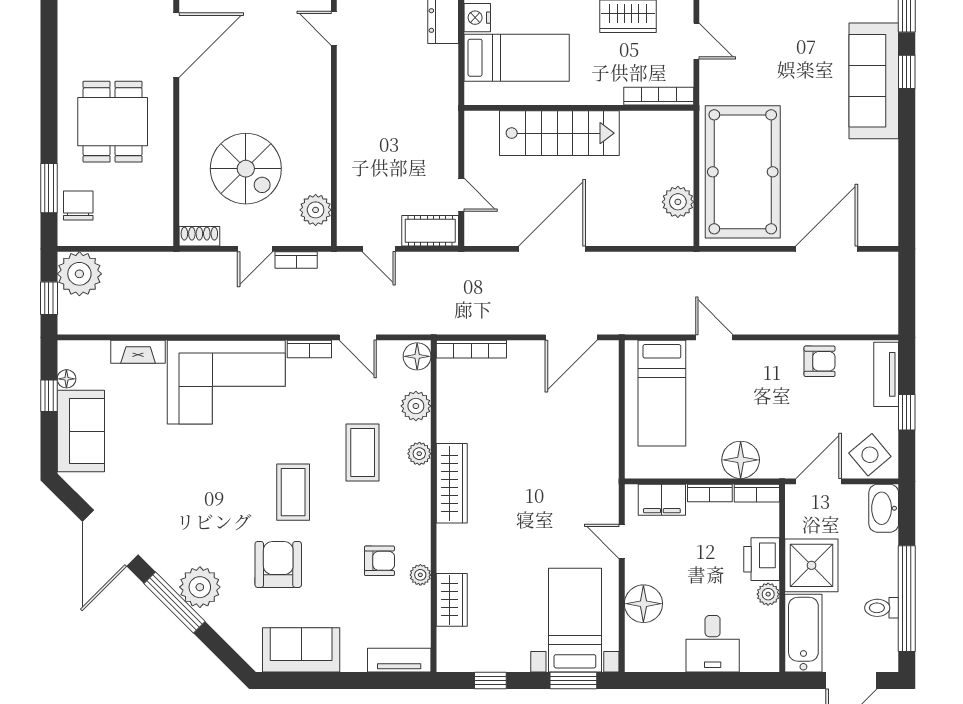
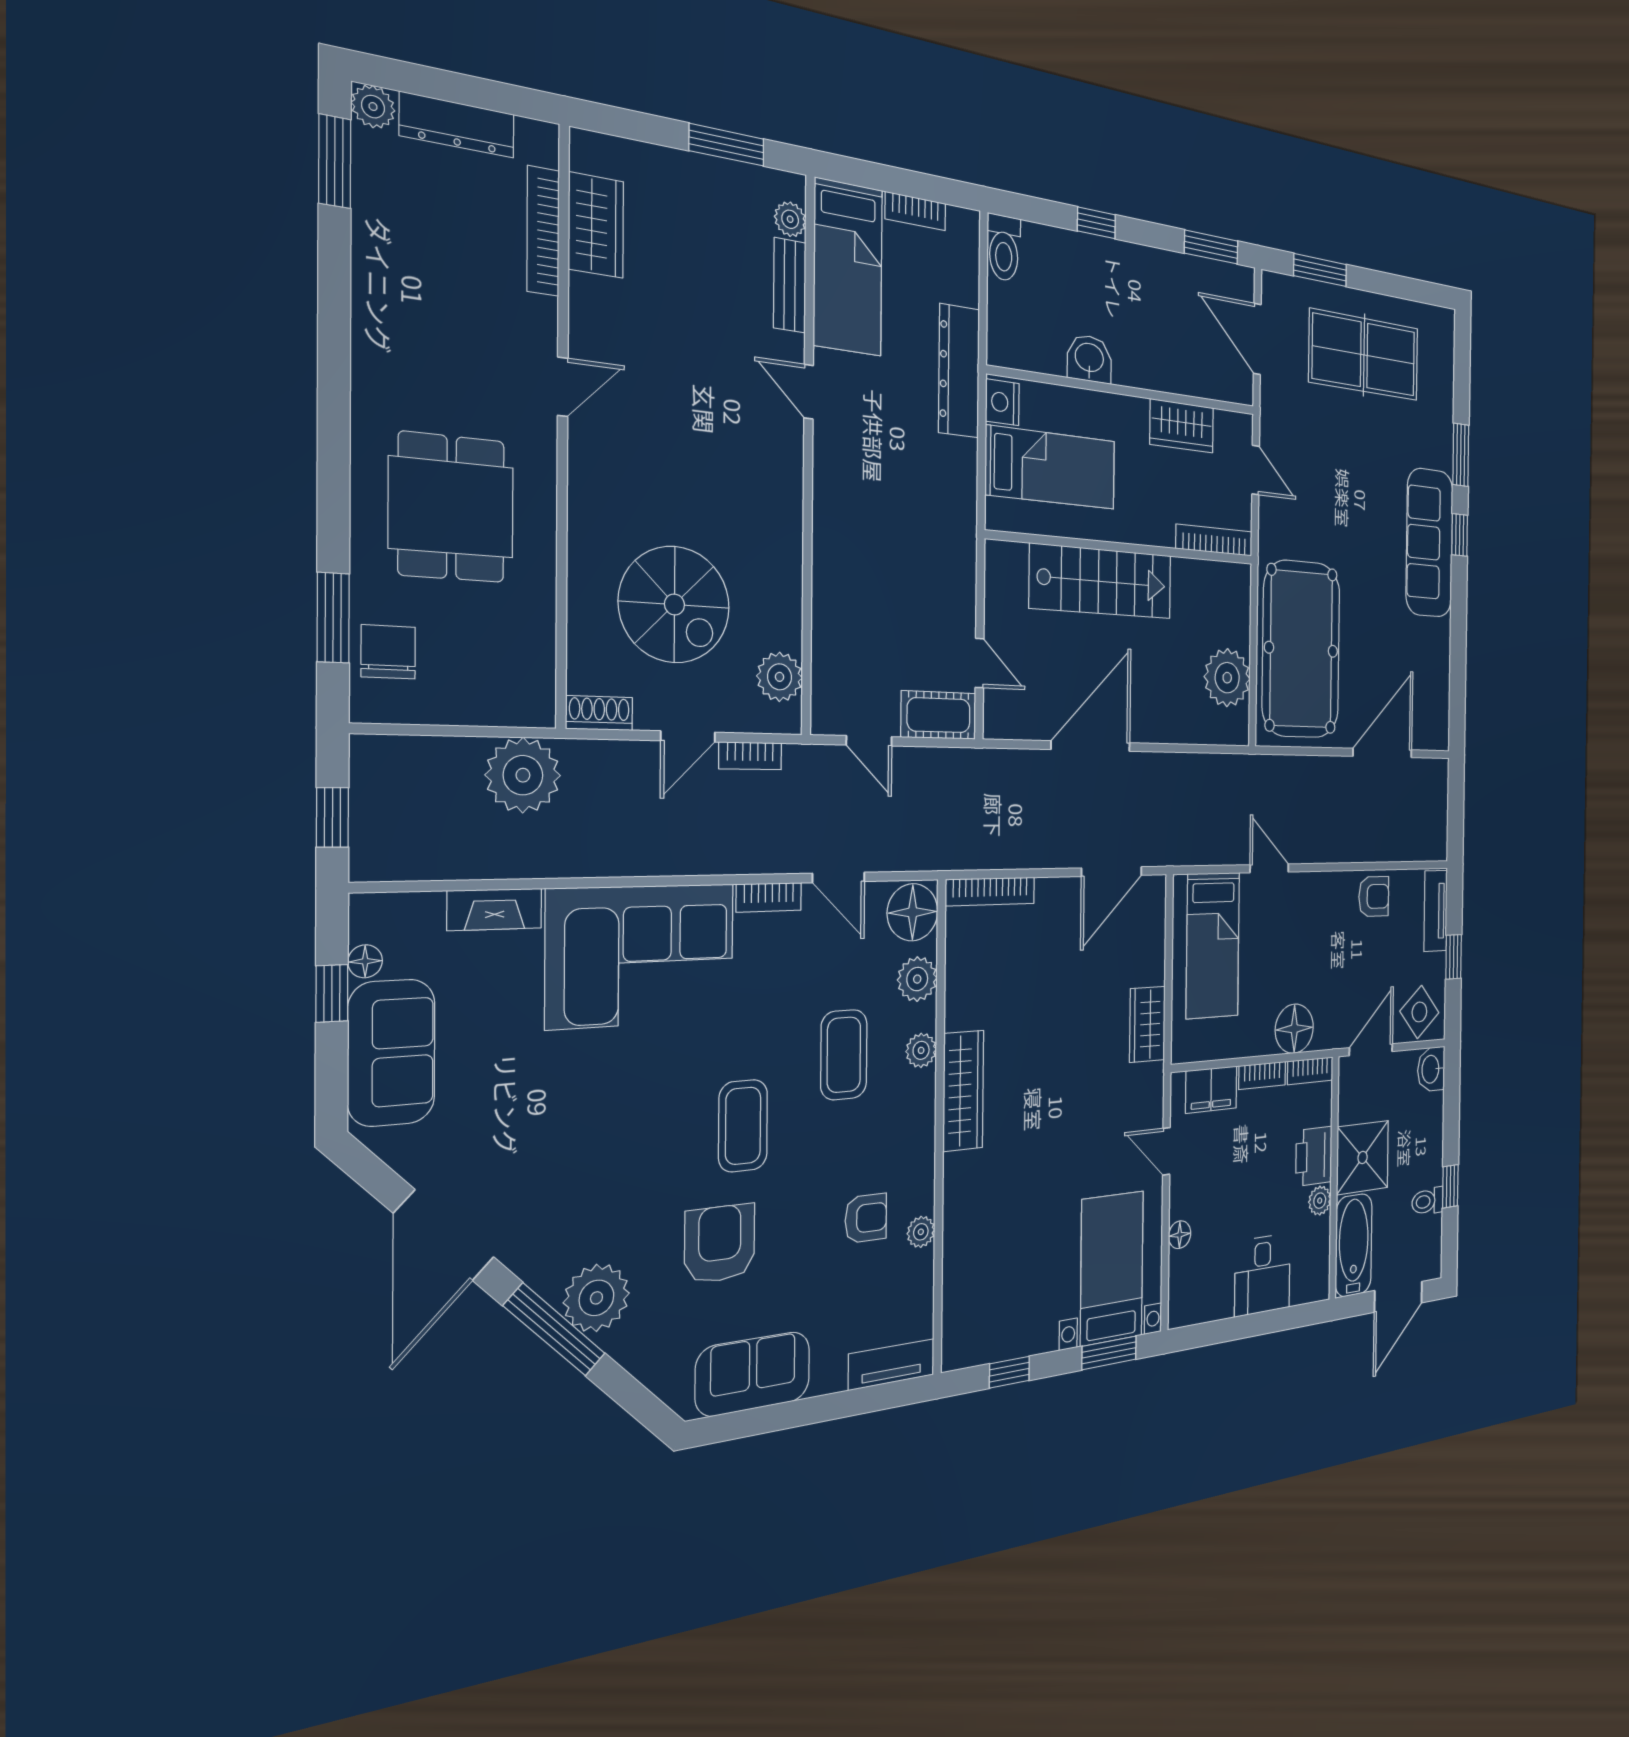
door: (176, 45) -> (563, 387), width x0.53
plant: (678, 202) -> (1227, 678), width x1.36, depth x1.36
plant: (79, 274) -> (523, 775), moved
floor lamp: (417, 356) -> (913, 912), width x1.38, depth x1.38
washbasin: (884, 508) -> (1431, 1069), width x0.72
window: (907, 599) -> (1450, 1186), width x0.32
wardrobe: (452, 600) -> (1147, 1024), moved, turned 180
floor lamp: (643, 604) -> (1180, 1235), width x0.53, depth x0.53

